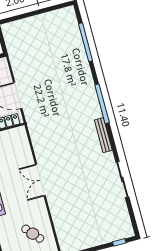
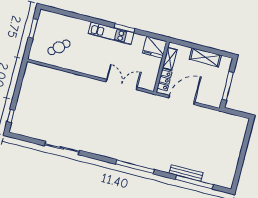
bench: (103, 135) -> (186, 173), moved
double door: (40, 180) -> (122, 85), moved

